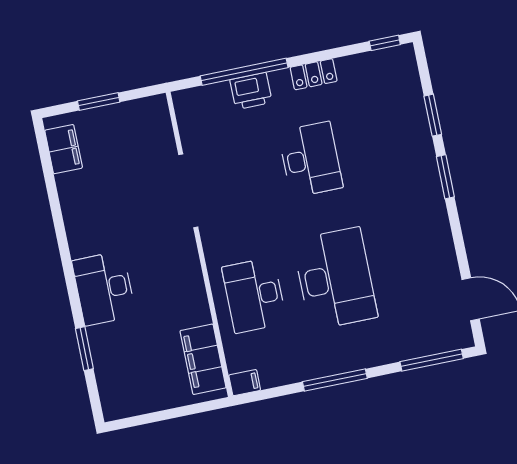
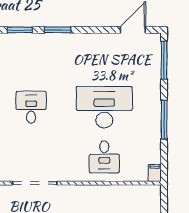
desk: (311, 159) -> (31, 107), width x0.73
desk: (254, 295) -> (104, 157), width x0.73
filing cabinet: (203, 359) -> (136, 195), removed

